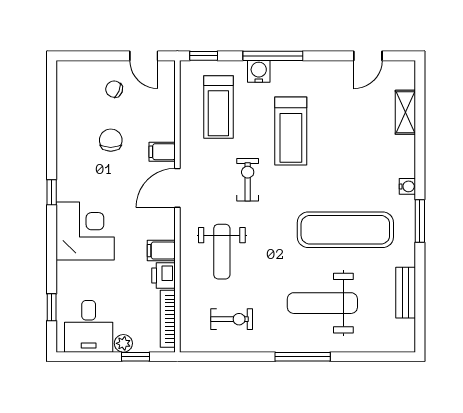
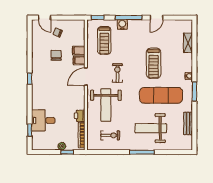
door: (144, 56) -> (45, 18), moved
door: (368, 56) -> (157, 18), moved
treadmill: (291, 131) -> (154, 63), moved
corner desk: (85, 231) -> (45, 96), removed
filing cabinet: (161, 251) -> (79, 51), moved
weight bench: (222, 252) -> (106, 105), width x1.36, depth x1.33
desk: (89, 326) -> (43, 120), moved, turned 90

